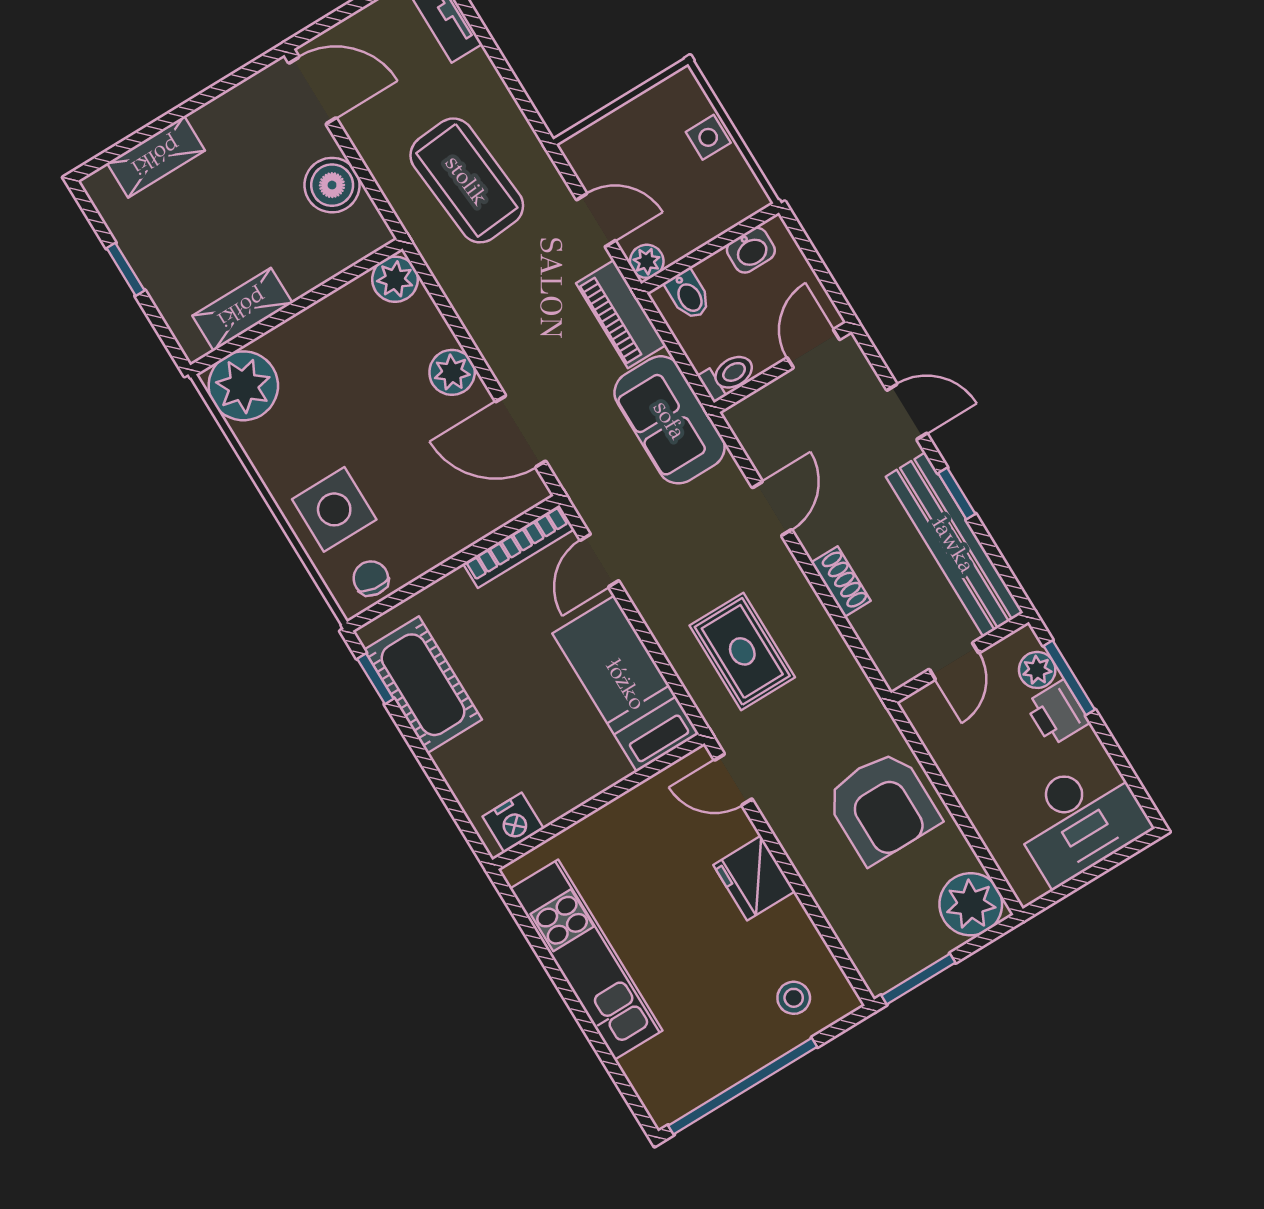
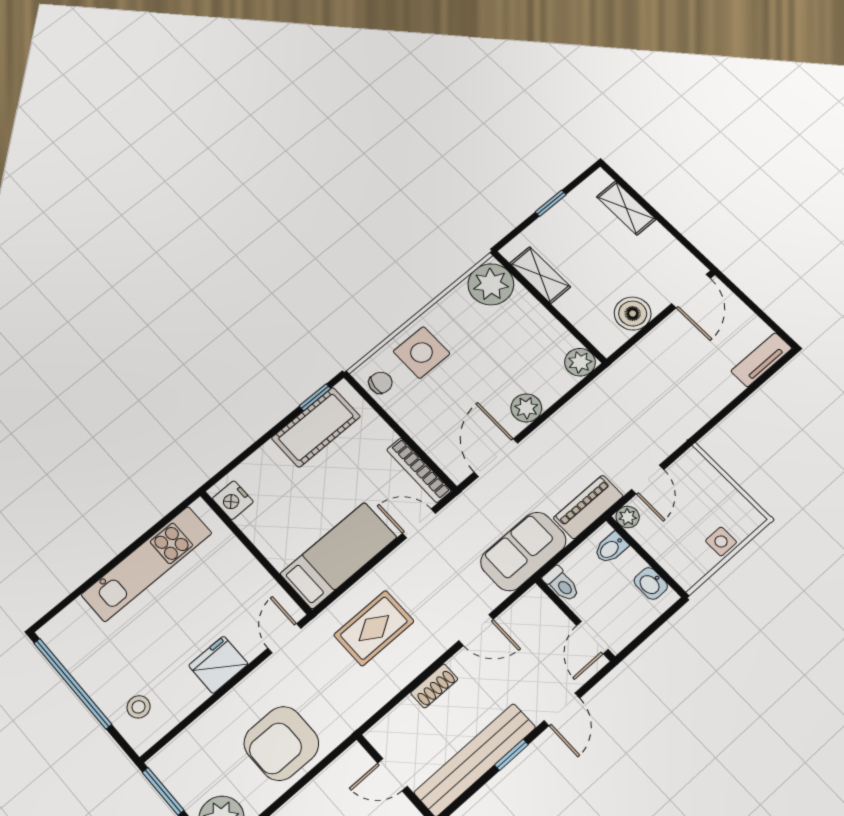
coffee table: (467, 180) -> (655, 394), removed
door: (813, 349) -> (592, 638), swing flipped

